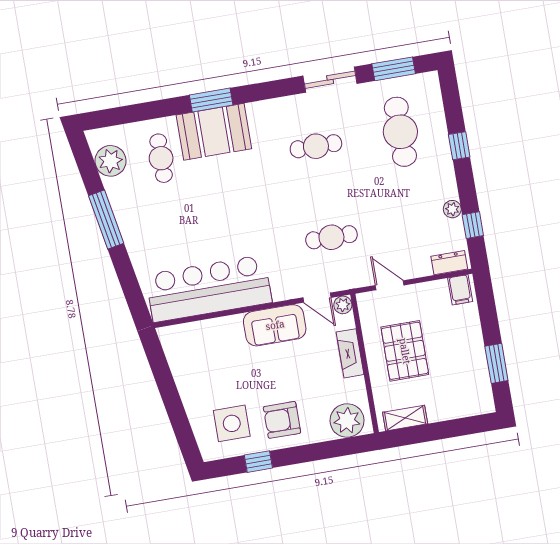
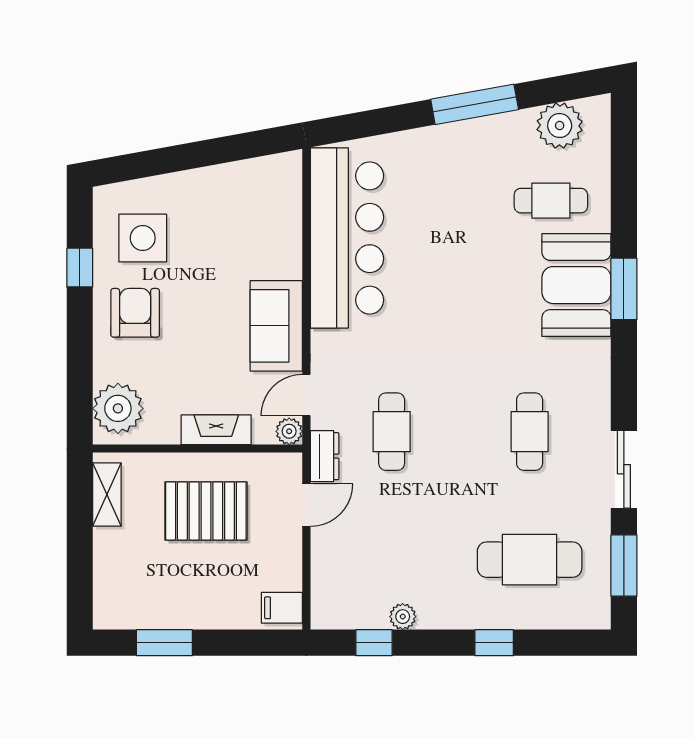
dresser: (449, 263) -> (325, 456), moved

